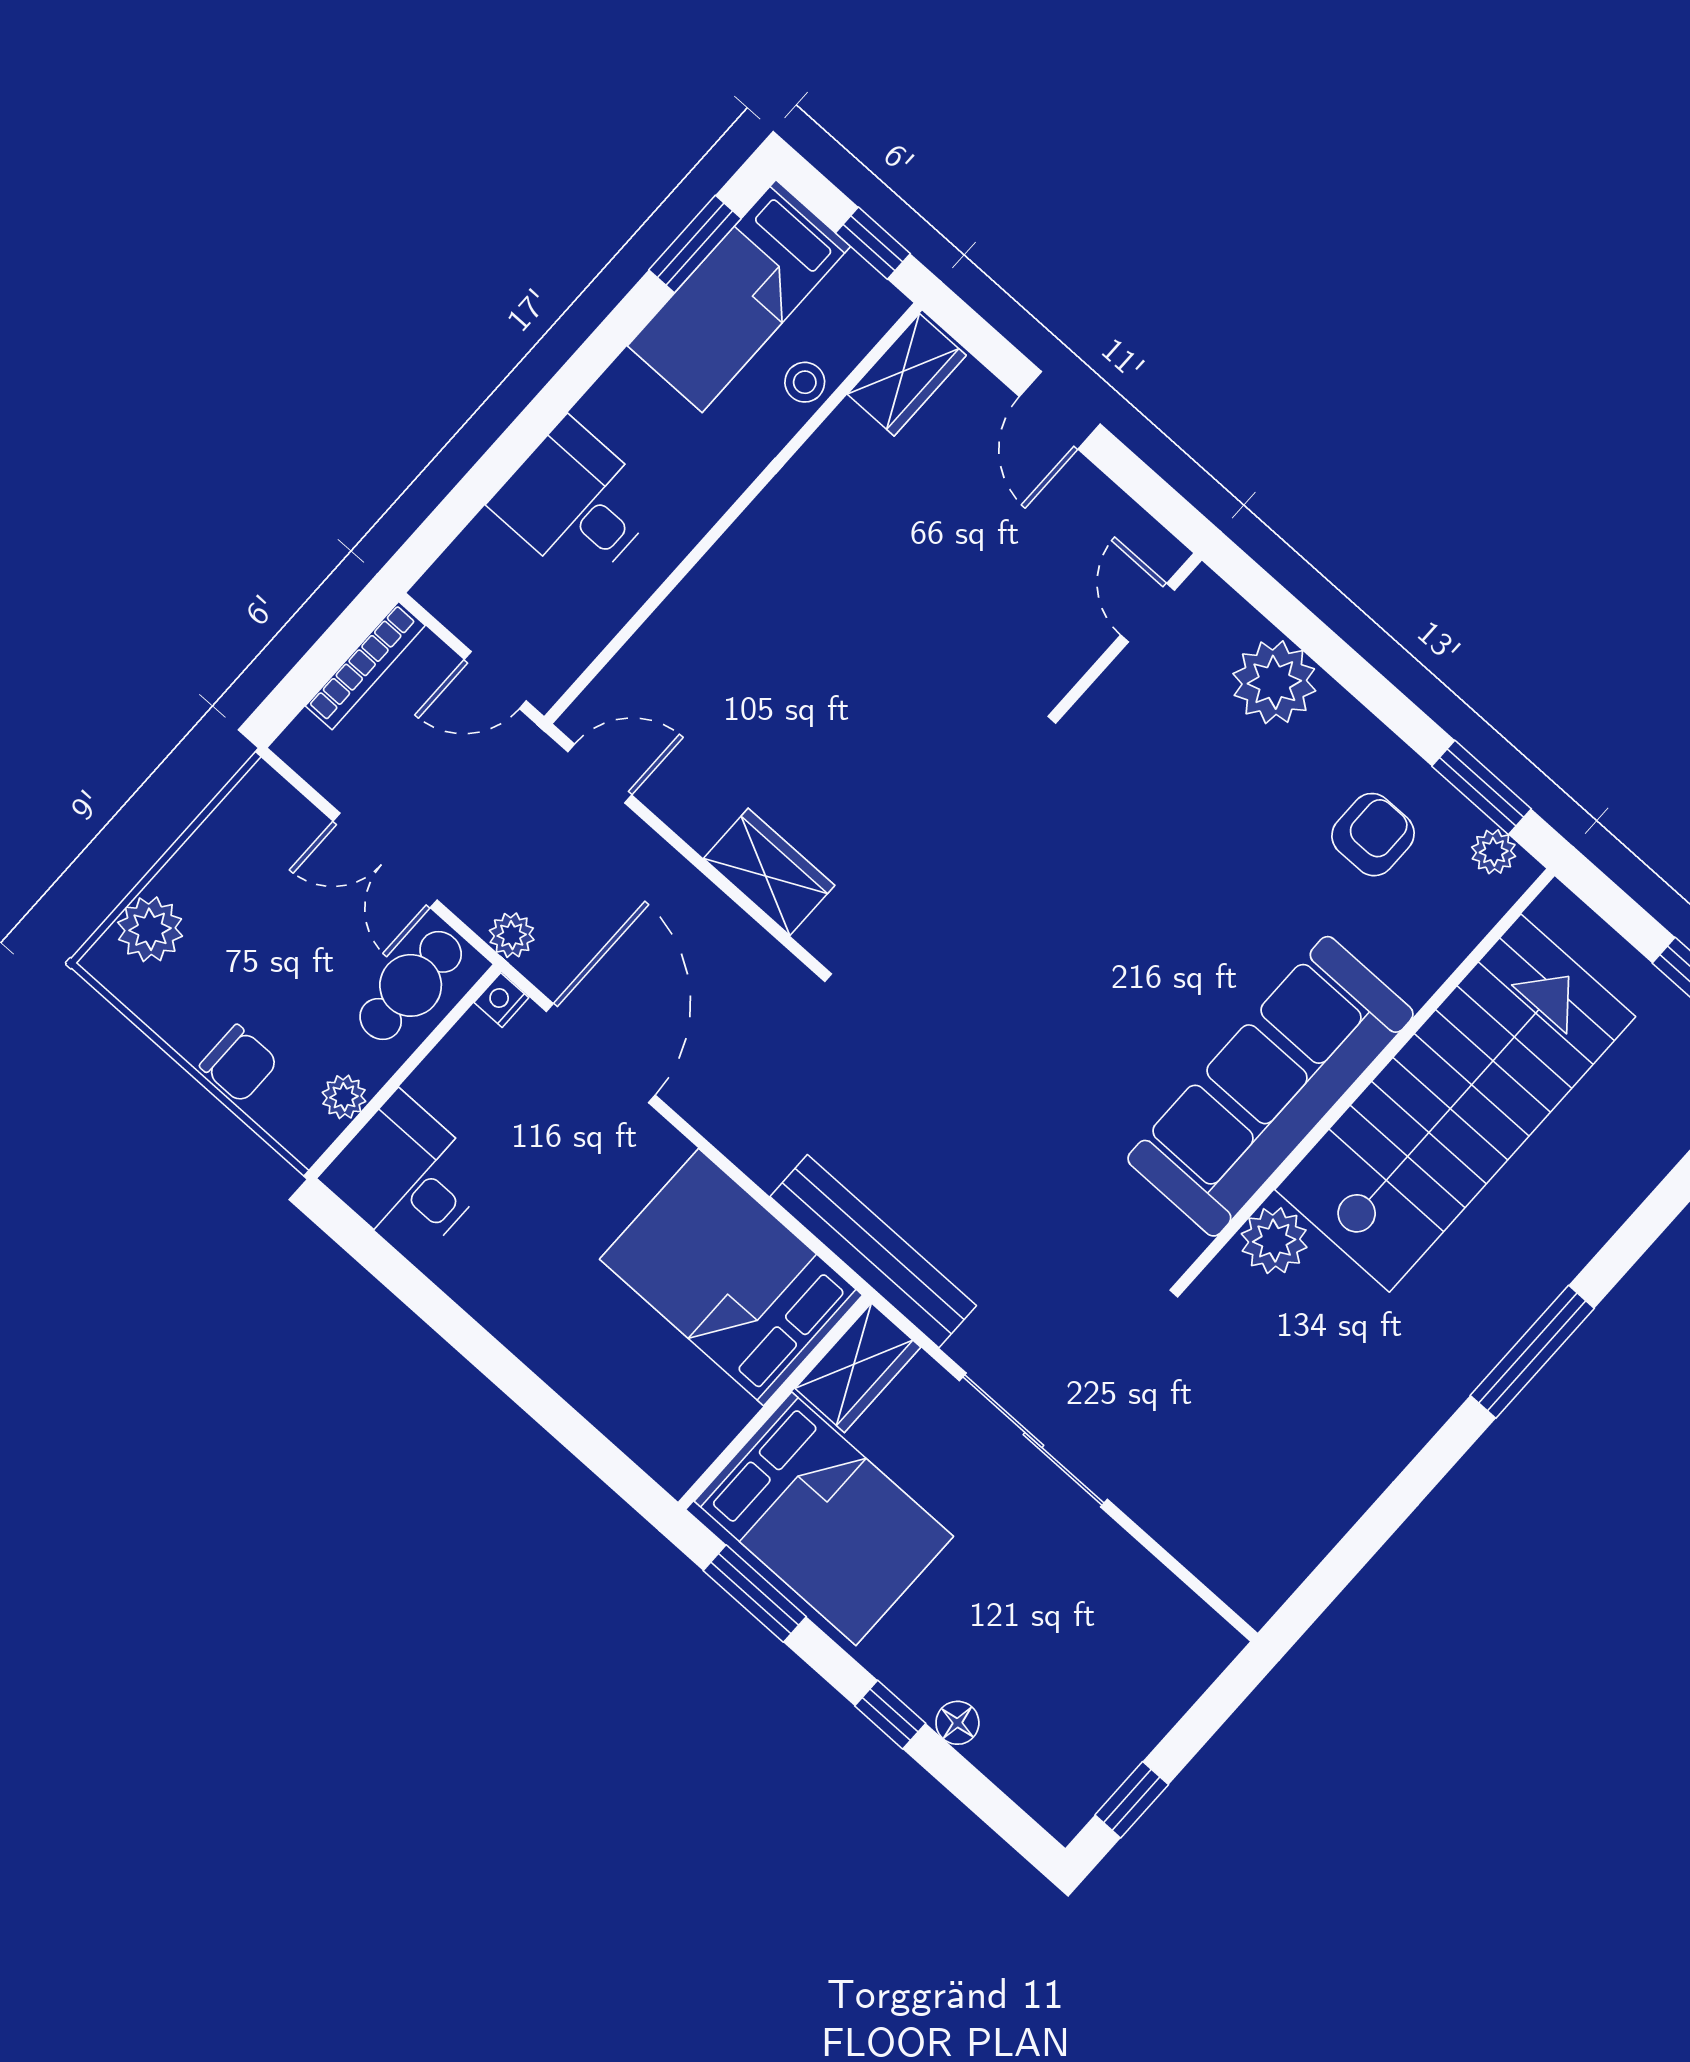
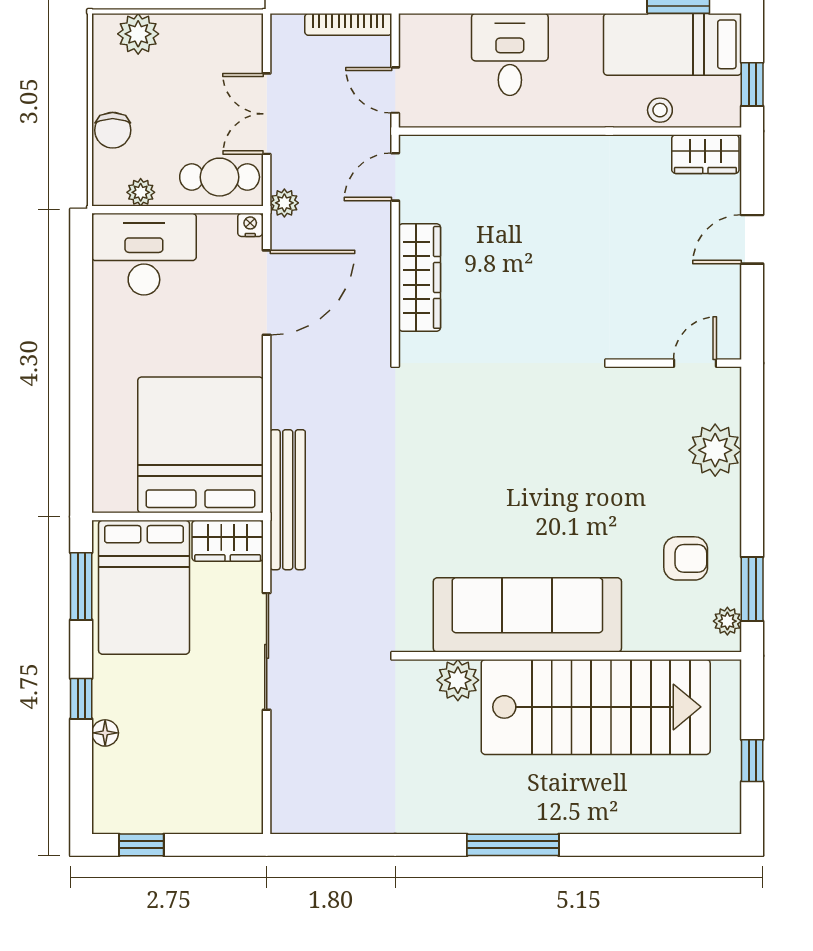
door: (600, 773) -> (395, 177), swing flipped
wardrobe: (769, 872) -> (420, 277), width x1.50
desk: (407, 1177) -> (144, 254), width x1.37
bed: (731, 1277) -> (200, 445), width x1.36

